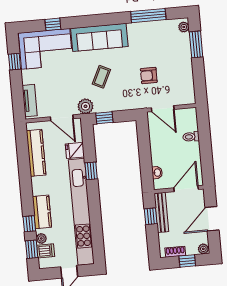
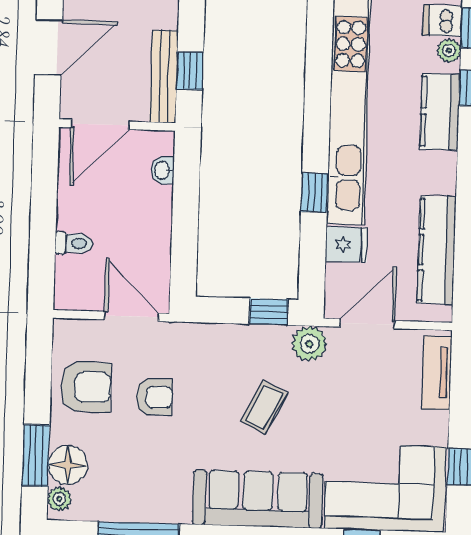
floor lamp: (182, 42) -> (68, 465), added
armchair: (178, 76) -> (86, 387), added
door: (62, 118) -> (367, 324), hinge flipped

